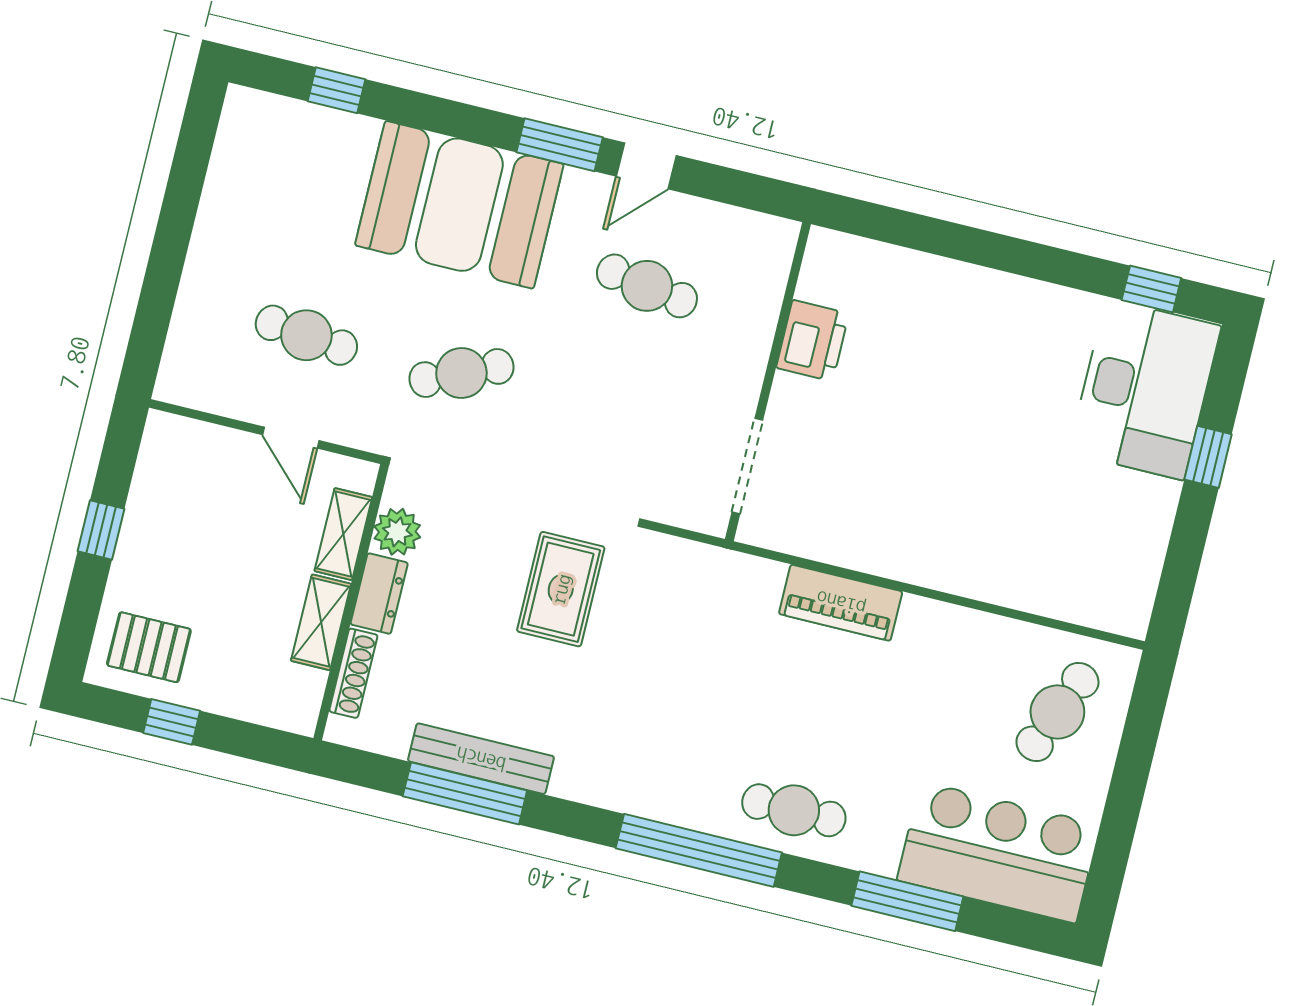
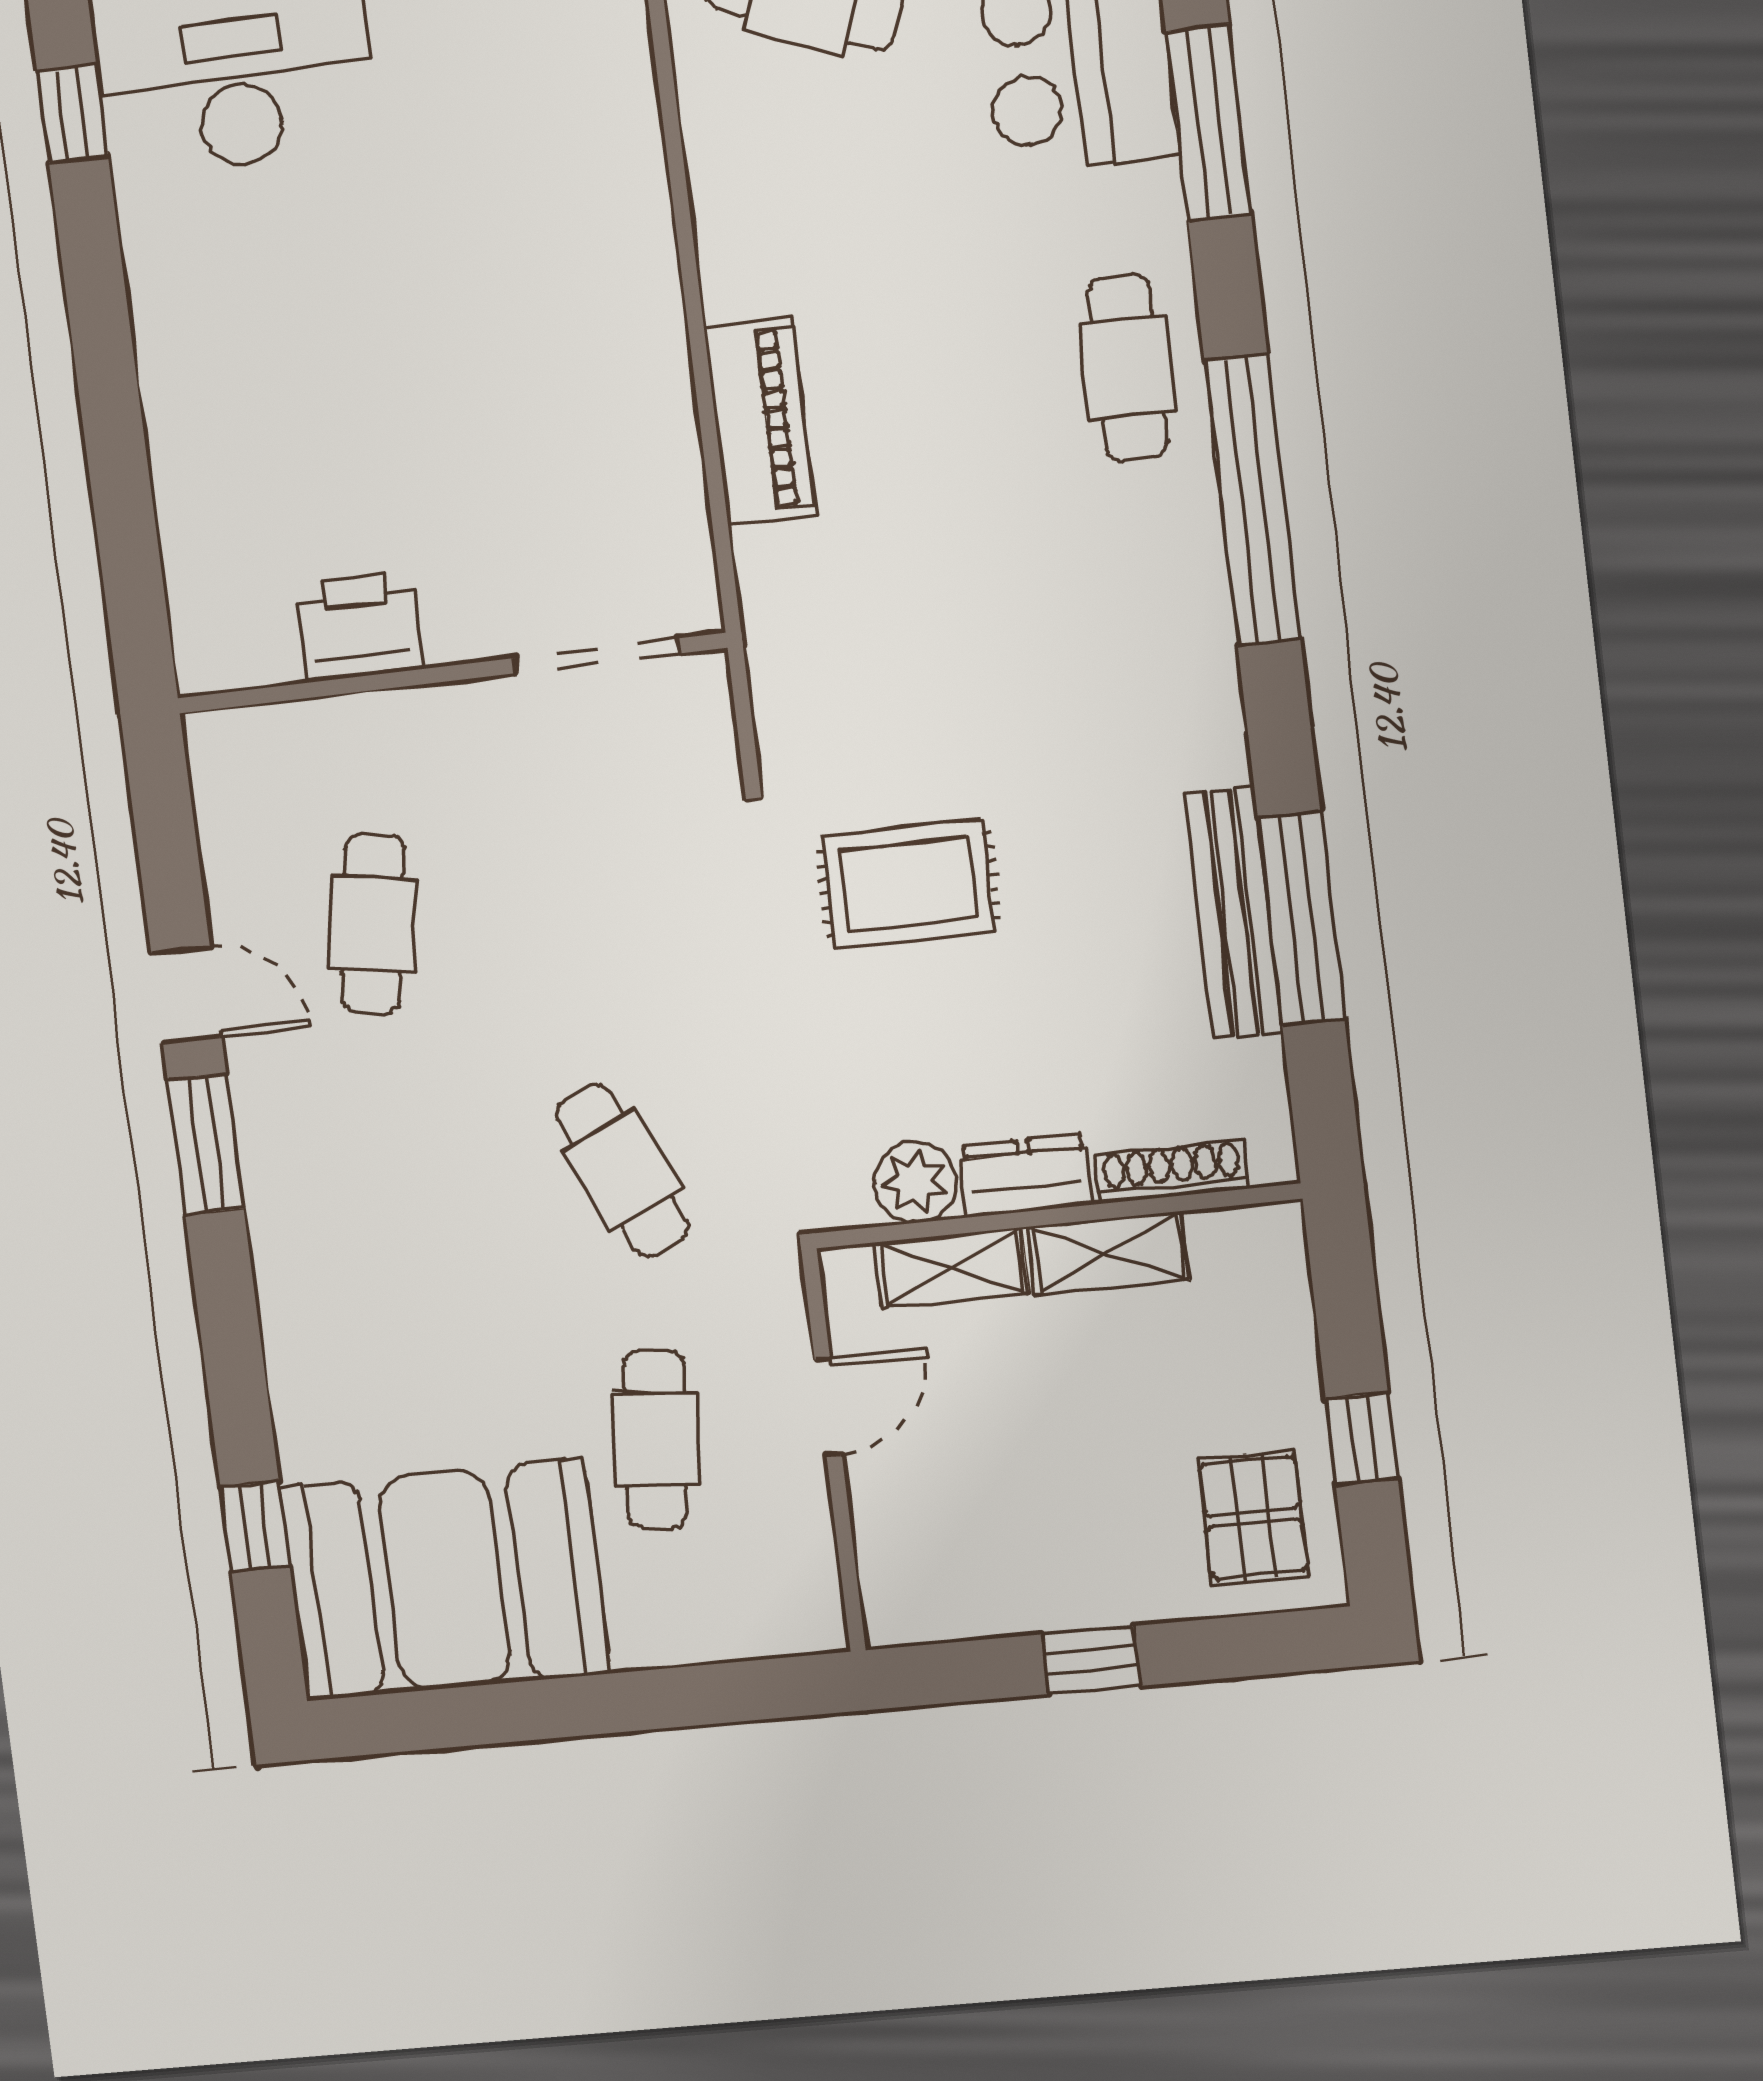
booth: (459, 205) -> (445, 1580), moved, turned 90

